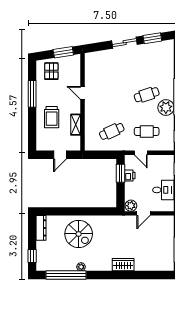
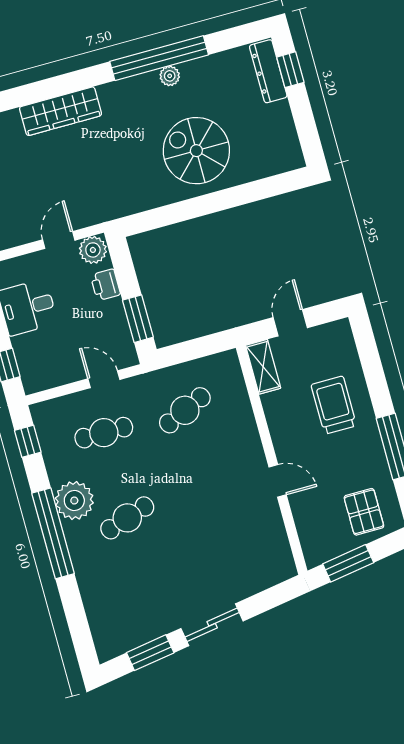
shelving: (76, 125) -> (263, 367), moved
printer: (130, 176) -> (105, 285), moved
dresser: (41, 228) -> (268, 71), moved
wardrobe: (123, 265) -> (61, 111), width x1.50
window: (66, 275) -> (159, 58), moved

